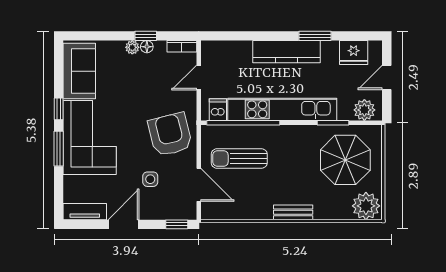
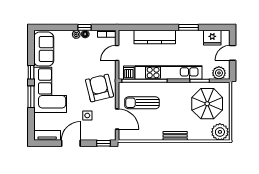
kitchen counter: (287, 52) -> (155, 37), moved

